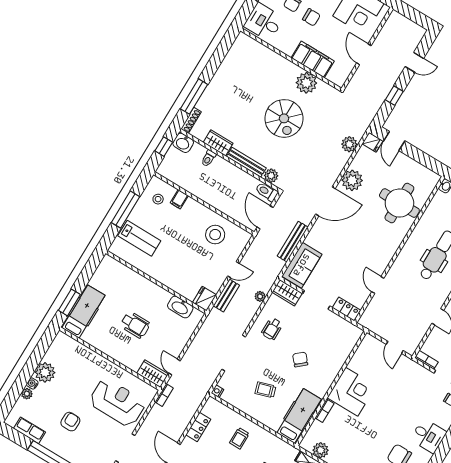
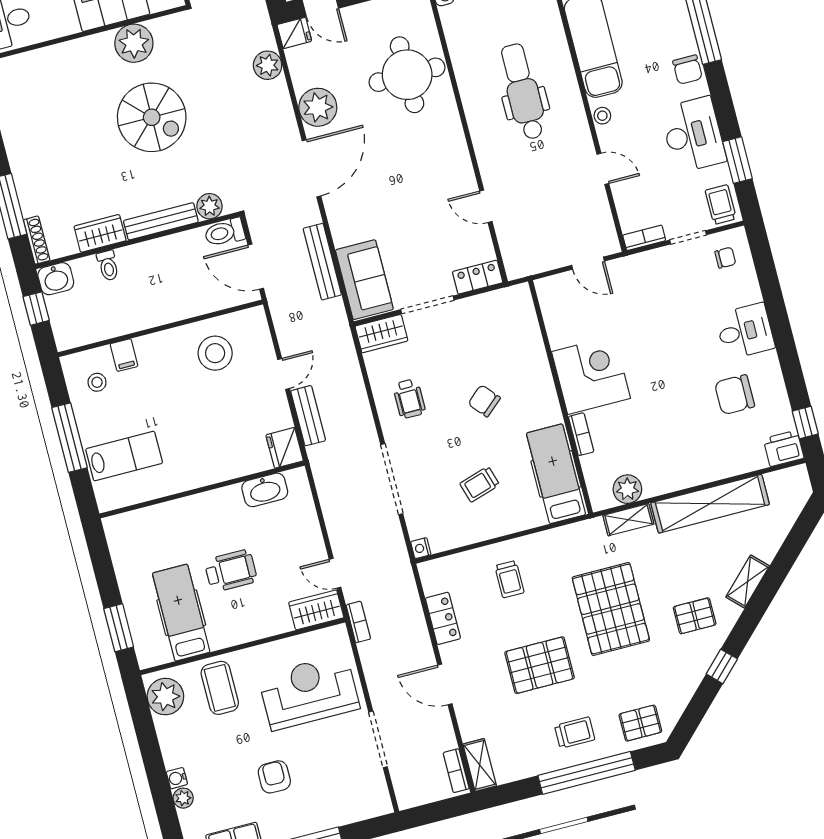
plant: (260, 296) -> (352, 373), removed
hospital bed: (83, 312) -> (181, 613), moved
coffee table: (85, 366) -> (220, 688), added
plant: (45, 372) -> (165, 697), moved

